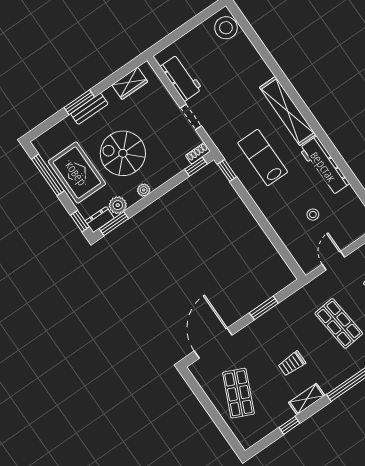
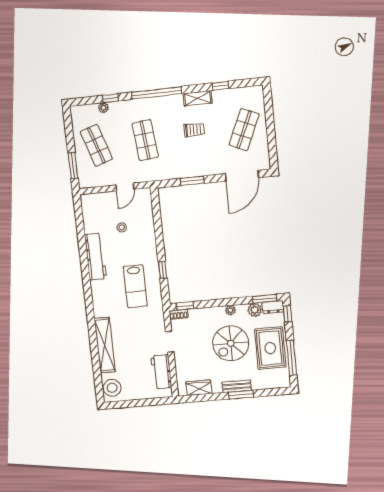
shelving: (288, 111) -> (105, 345), moved
spiral stairs: (123, 153) -> (231, 343), turned 90
window: (227, 171) -> (163, 270), moved

